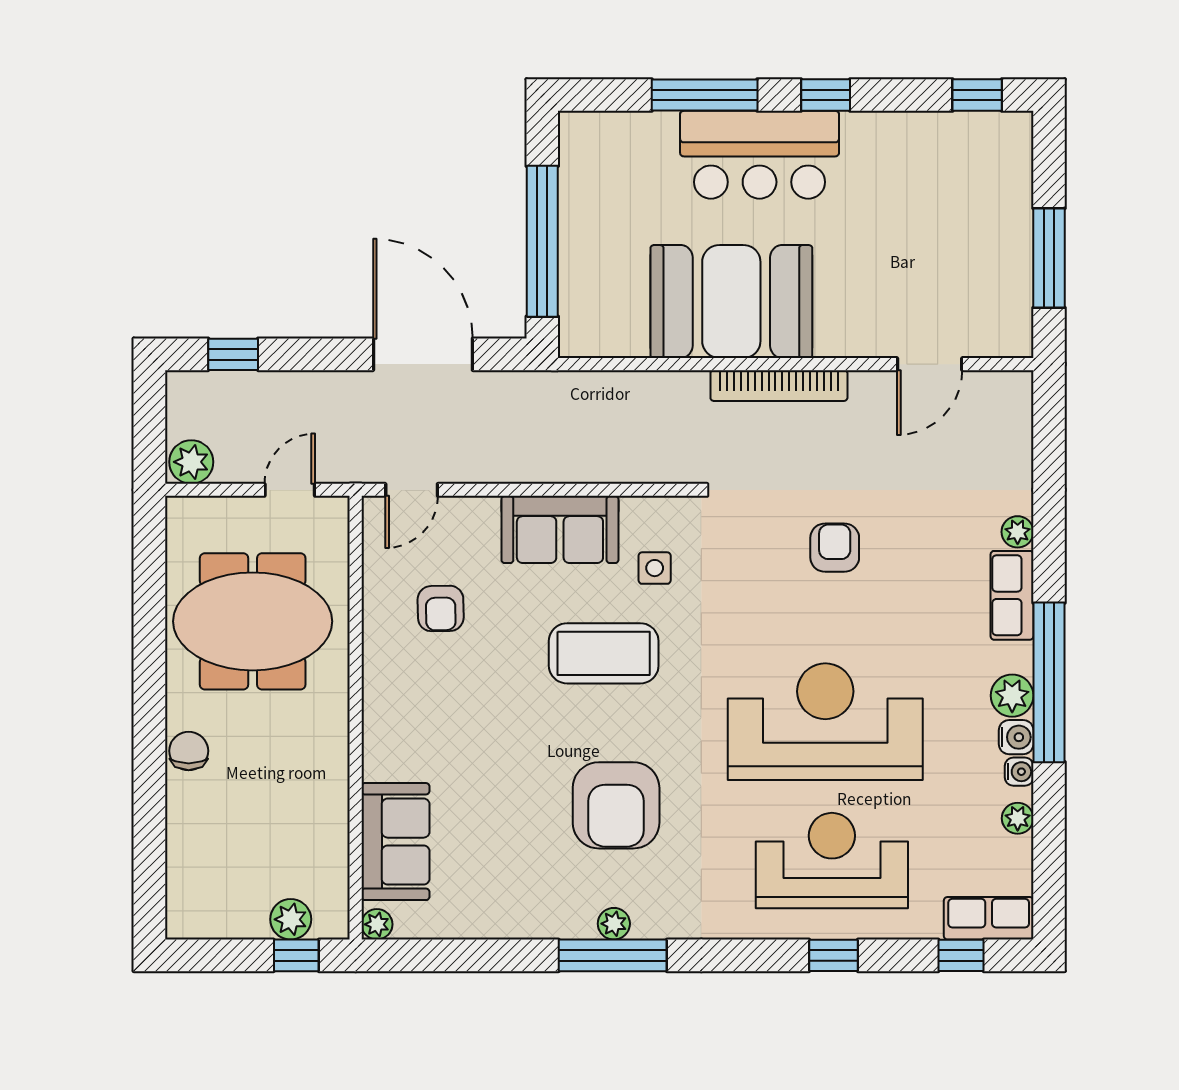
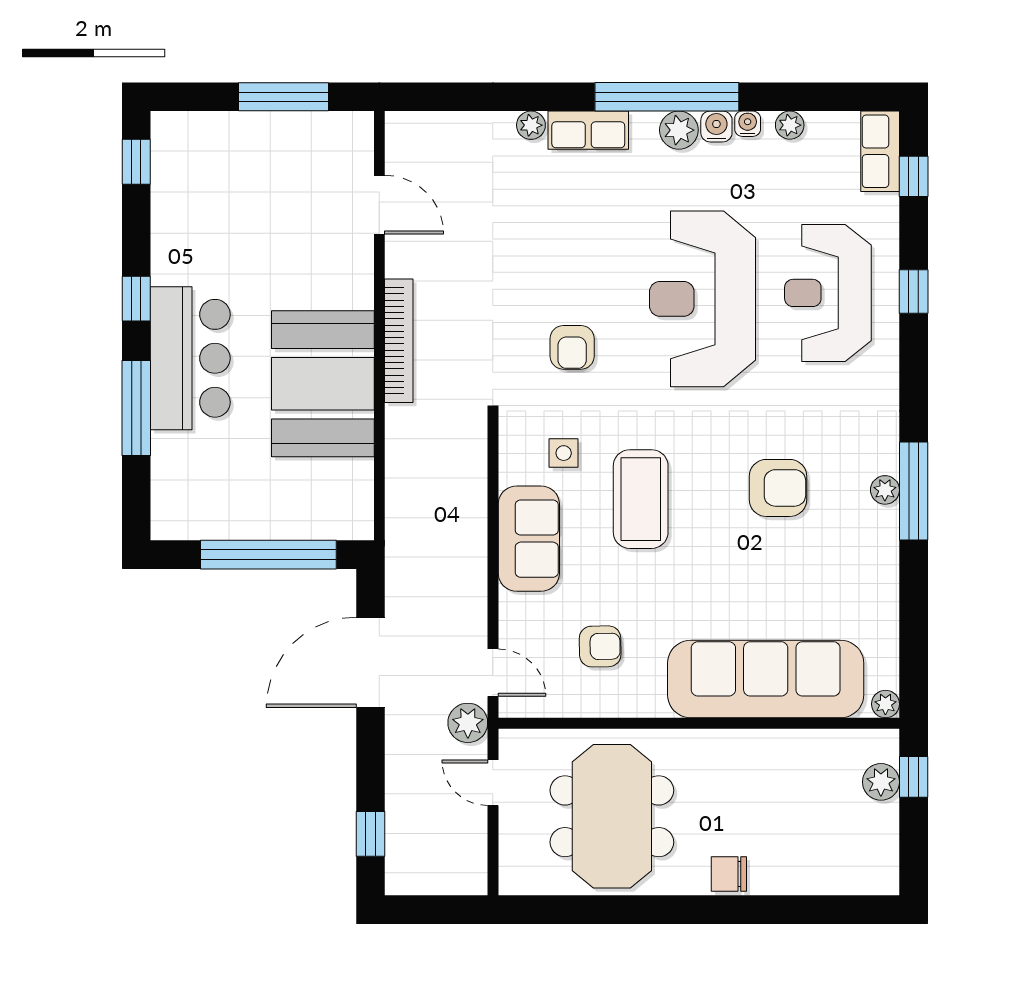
plant: (191, 462) -> (468, 723), moved
armchair: (835, 548) -> (572, 347), moved, turned -90
armchair: (616, 805) -> (778, 488), width x0.73, depth x0.73
sofa: (395, 842) -> (766, 679), width x1.85, depth x1.27

